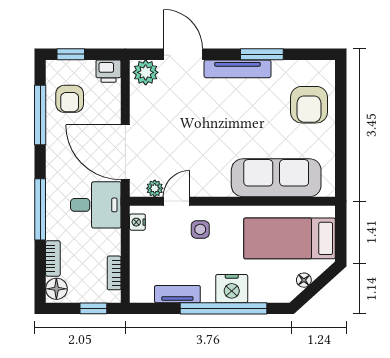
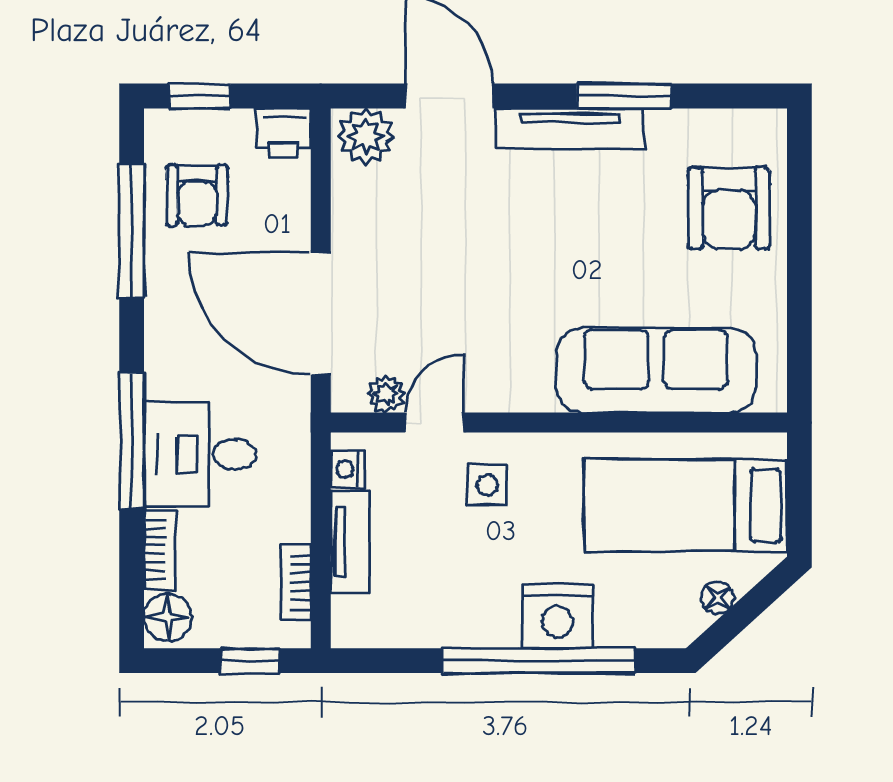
desk: (96, 205) -> (200, 454), moved, turned 180
tv unit: (177, 294) -> (350, 542), moved, turned 90

